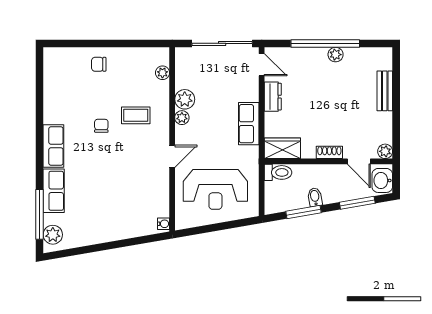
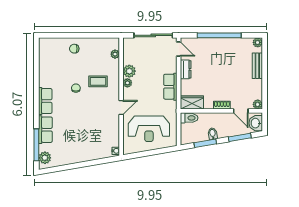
plant: (336, 55) -> (258, 42), moved

